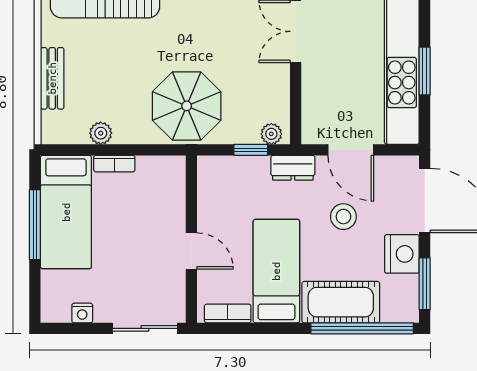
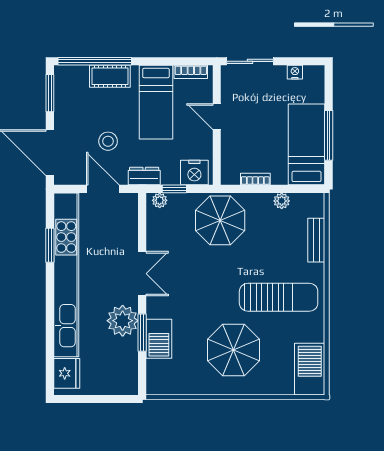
bookcase: (114, 164) -> (255, 179), moved
nightstand: (402, 254) -> (194, 173), moved, turned -90
cot: (341, 302) -> (110, 76), width x0.73, depth x0.75

